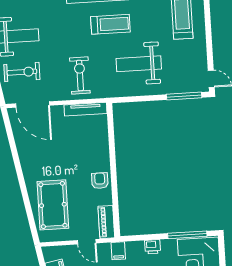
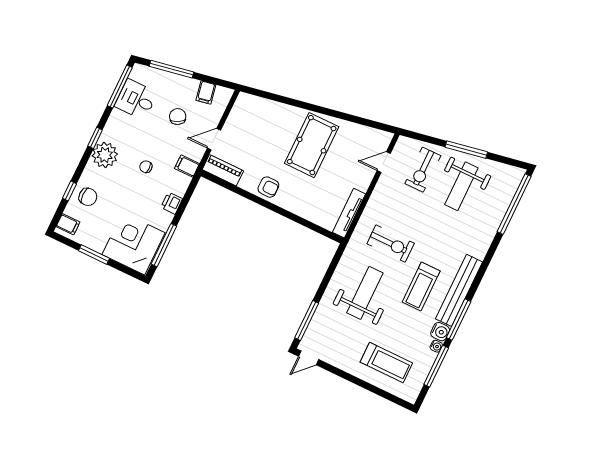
exercise bike: (80, 75) -> (391, 243), moved
door: (33, 105) -> (384, 162), width x0.53
pool table: (53, 205) -> (312, 145), moved, turned 90

